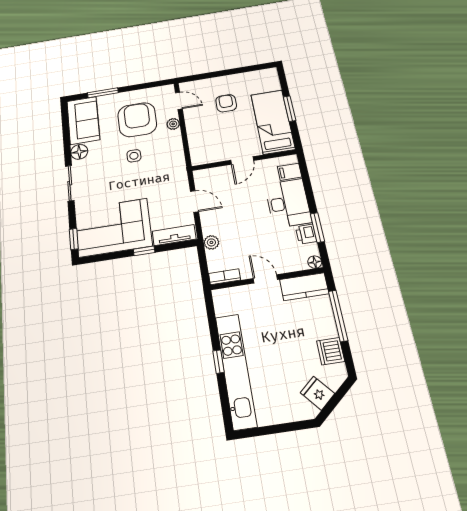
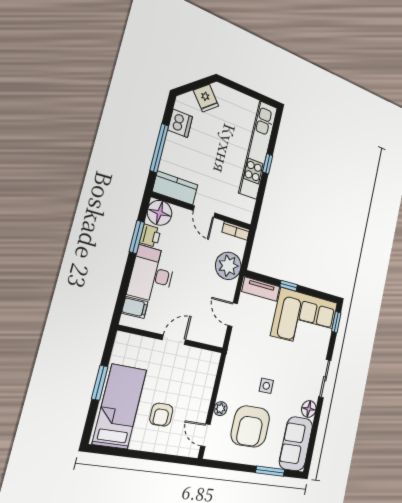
bed: (273, 122) -> (120, 407), moved, turned 180
plant: (211, 242) -> (228, 266), width x1.88, depth x1.88
floor lamp: (315, 262) -> (160, 213), width x1.89, depth x1.89

